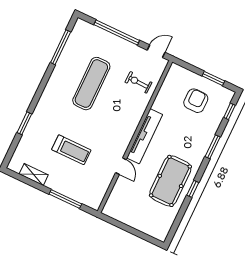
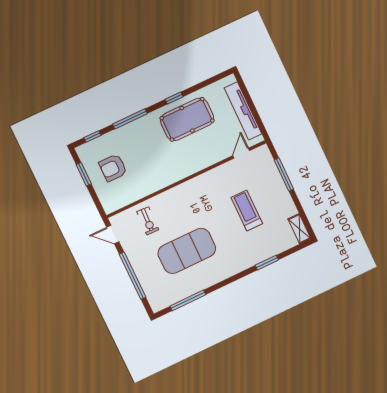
exercise mat: (91, 84) -> (187, 251), width x1.47
tv unit: (145, 136) -> (243, 111), moved, turned -90
window: (213, 147) -> (130, 119), width x1.44
door: (121, 166) -> (241, 153), moved
shelving: (34, 174) -> (299, 229), moved

